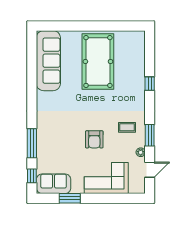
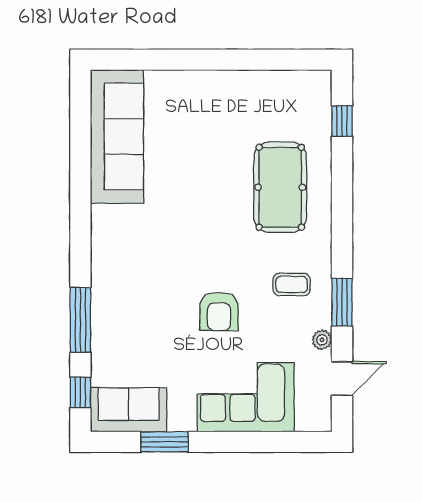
pool table: (98, 62) -> (280, 187), moved, width x0.73, depth x0.76
window: (150, 84) -> (342, 121), moved

